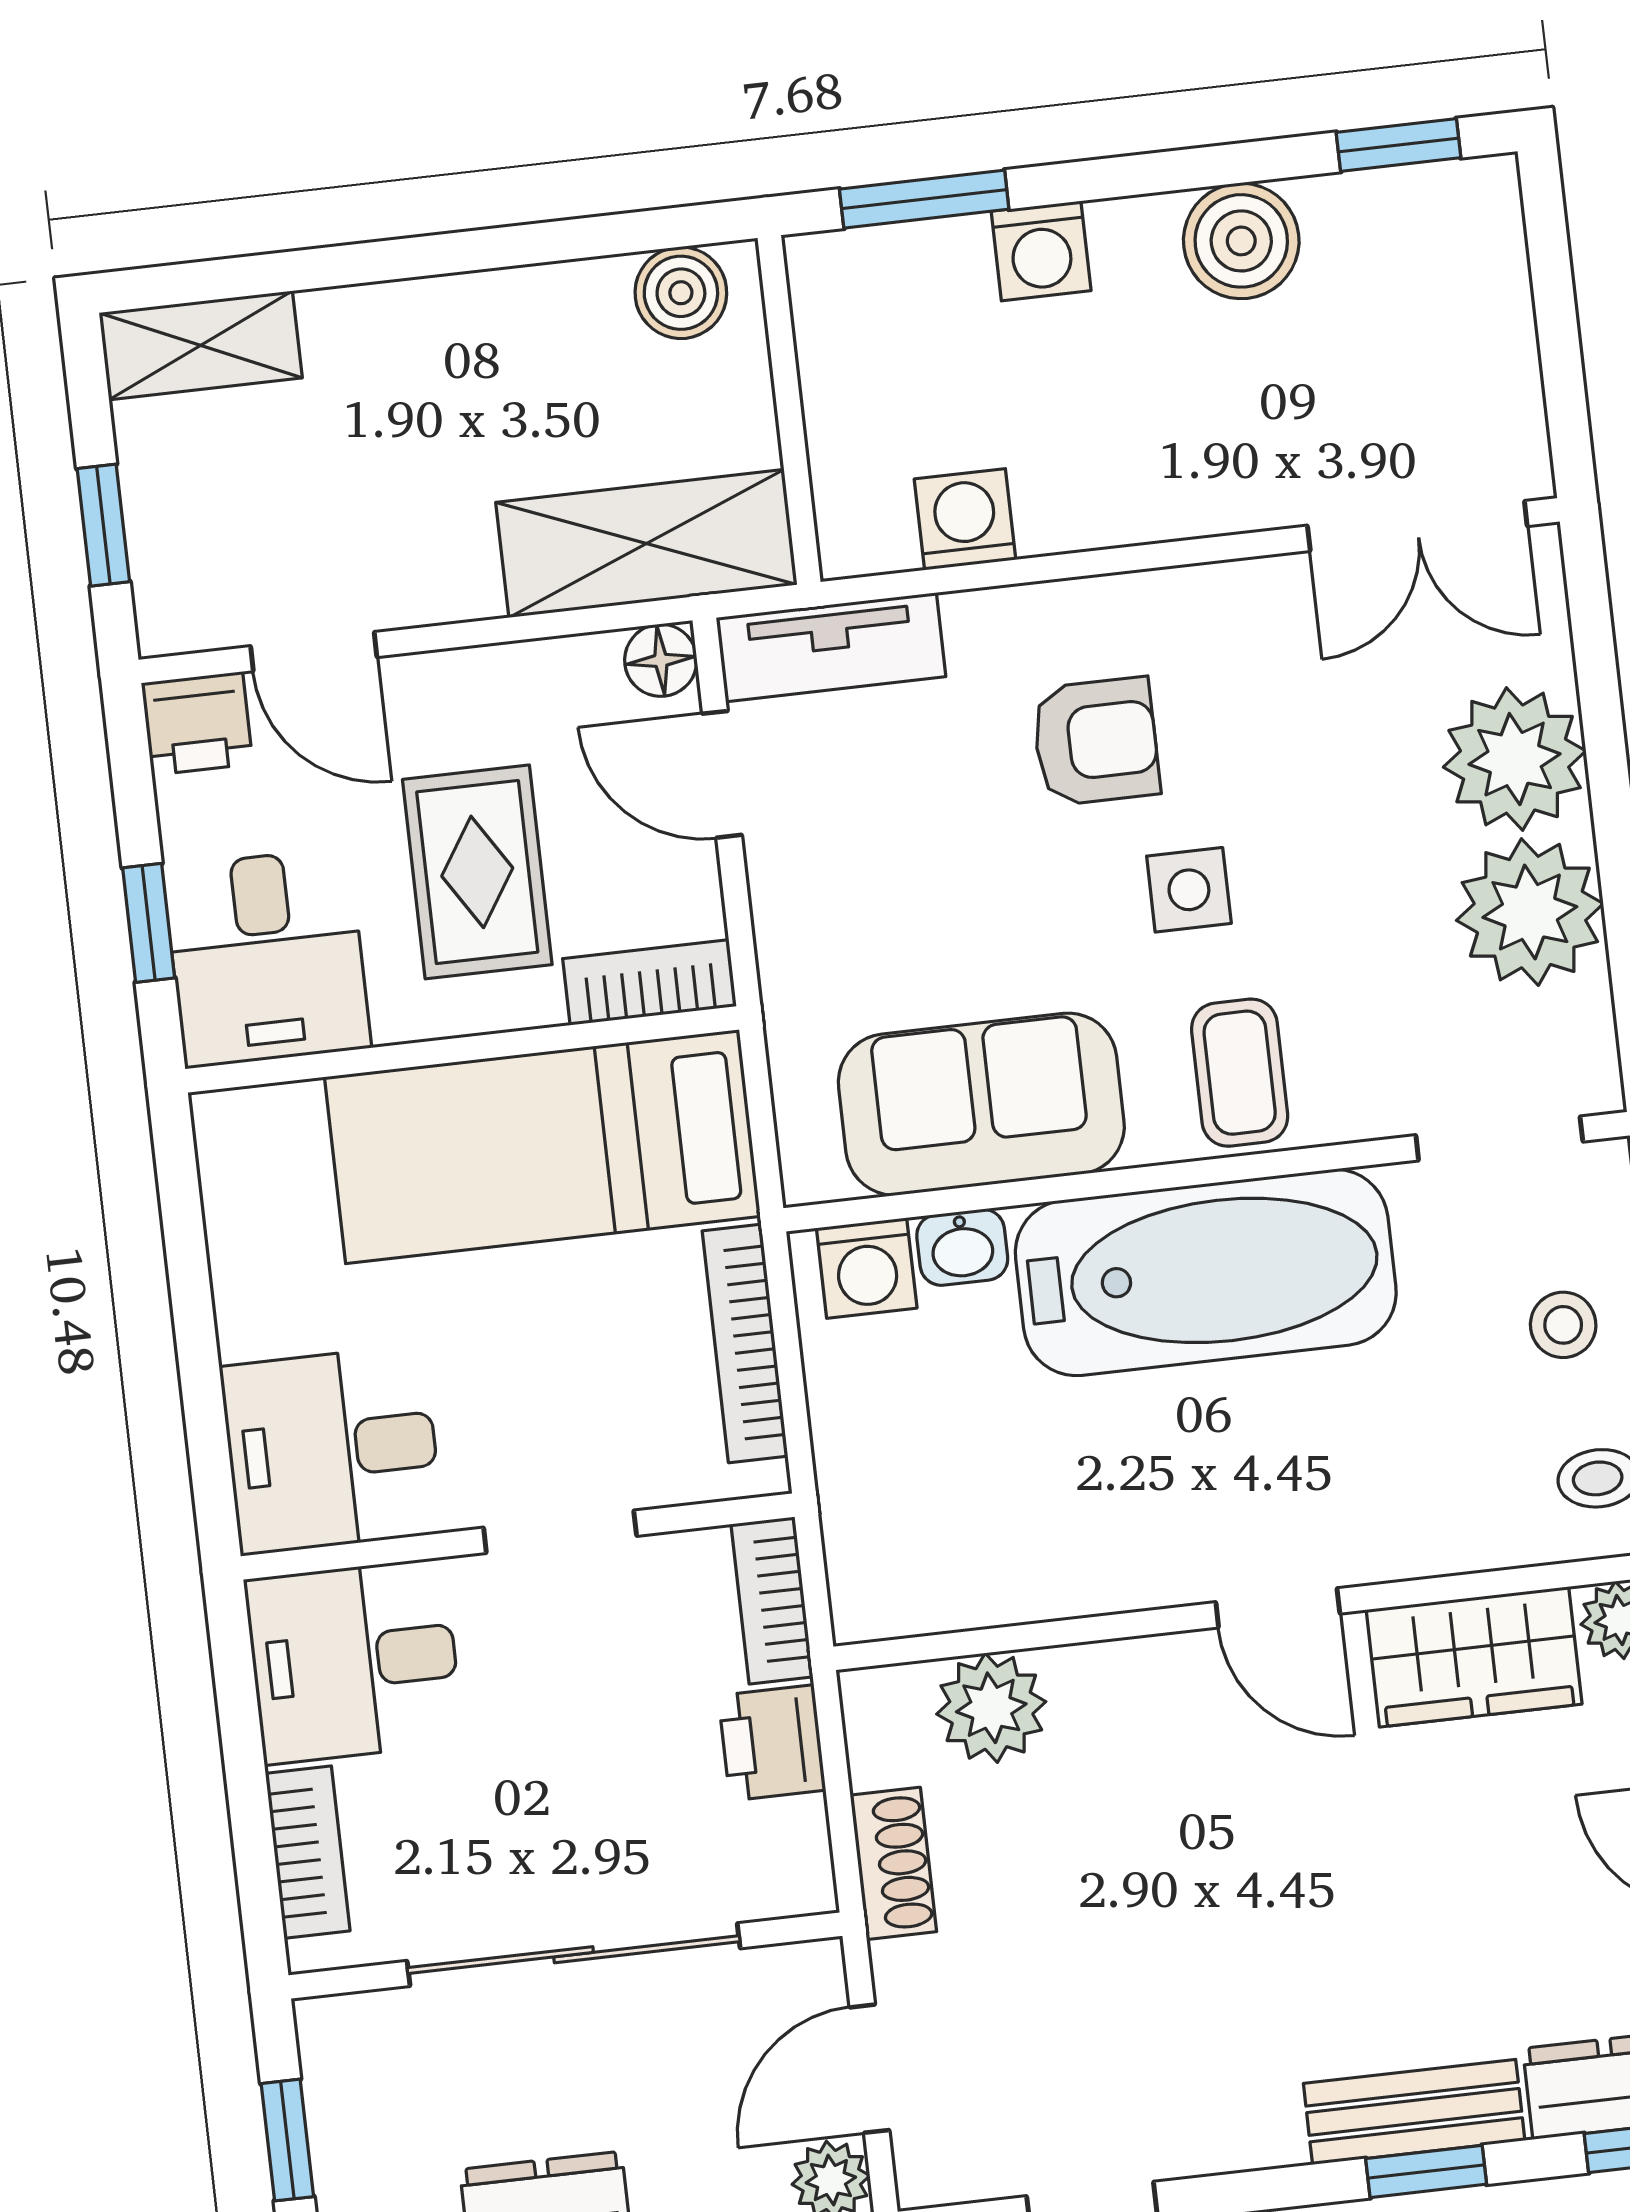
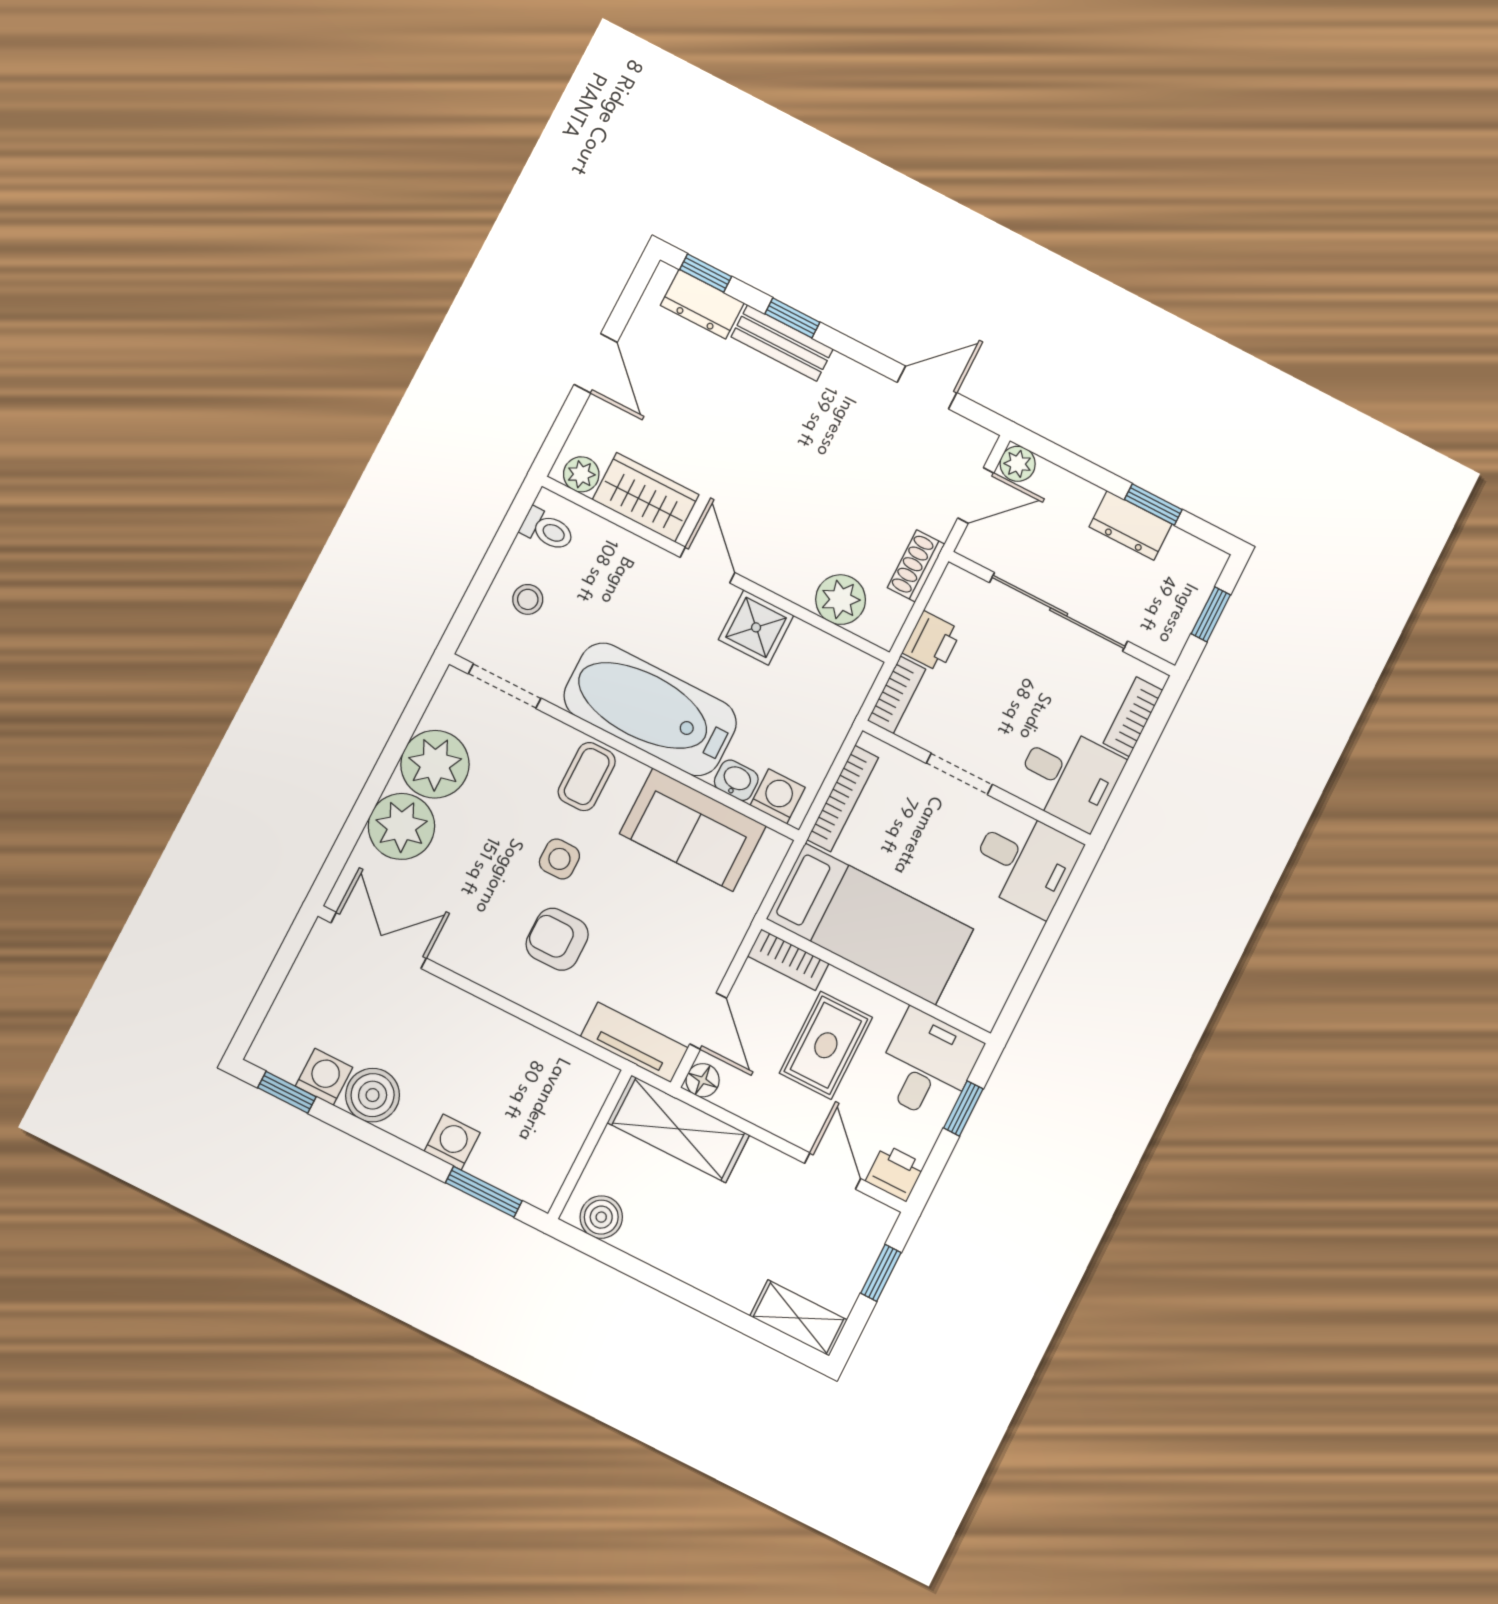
washing machine: (965, 519) -> (324, 1077), moved, turned 180
shower: (1112, 1552) -> (756, 627), added

